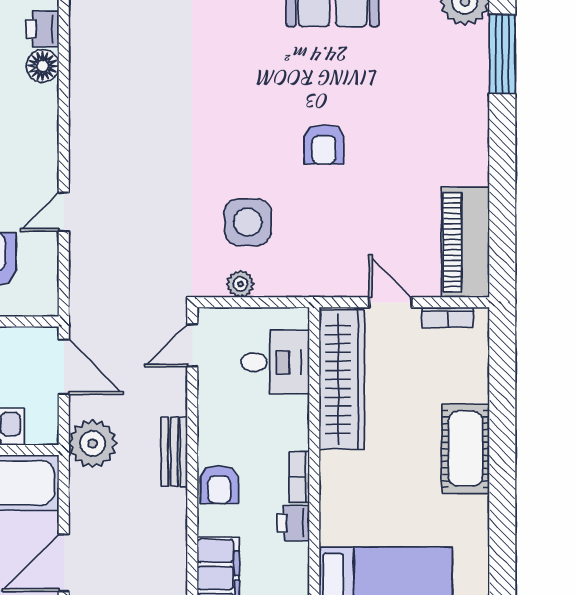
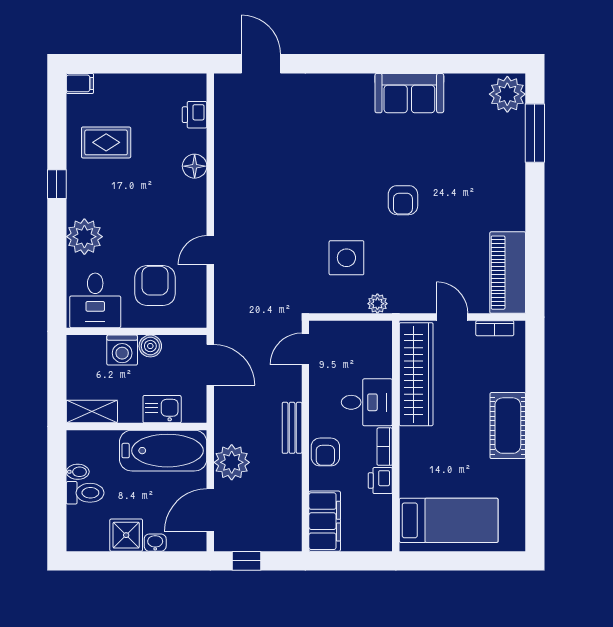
floor lamp: (43, 66) -> (195, 166), moved
plant: (240, 284) -> (377, 304), moved
desk: (275, 362) -> (367, 402), moved
plant: (93, 444) -> (232, 462), moved

